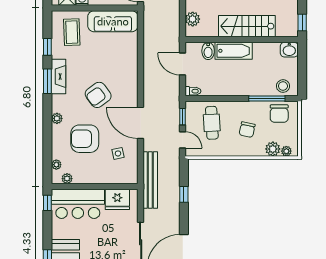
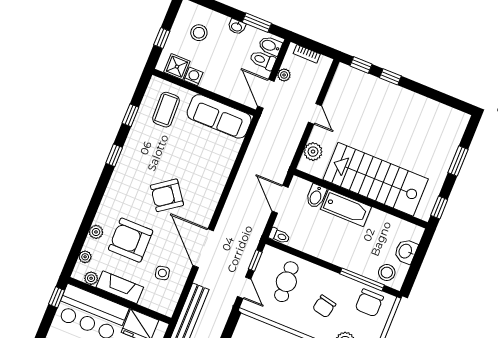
stairs: (247, 26) -> (376, 179), width x1.36, depth x1.51
washbasin: (289, 50) -> (406, 251), moved, turned 90
fireplace: (58, 76) -> (120, 287), moved, turned -90
window: (47, 81) -> (114, 155), width x0.67
plant: (57, 118) -> (96, 232), moved

